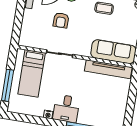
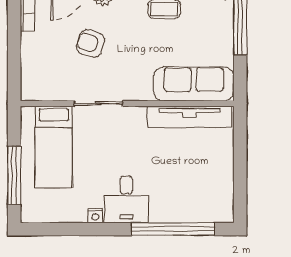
armchair: (61, 20) -> (91, 43), turned 108

